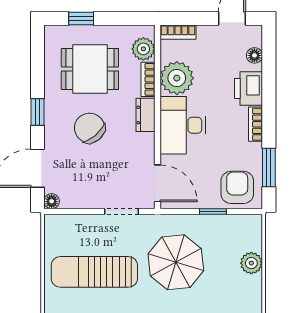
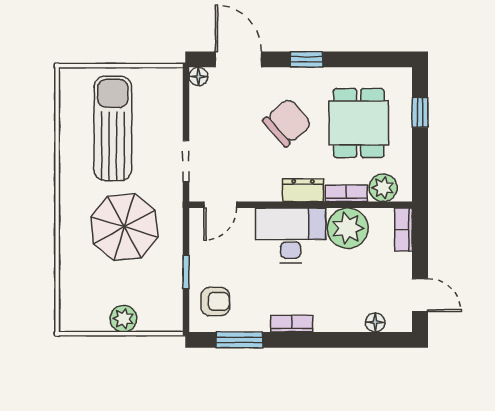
printer: (248, 88) -> (335, 315), removed
door: (157, 183) -> (220, 205), width x0.73
armchair: (237, 187) -> (215, 302), width x0.72, depth x0.72

